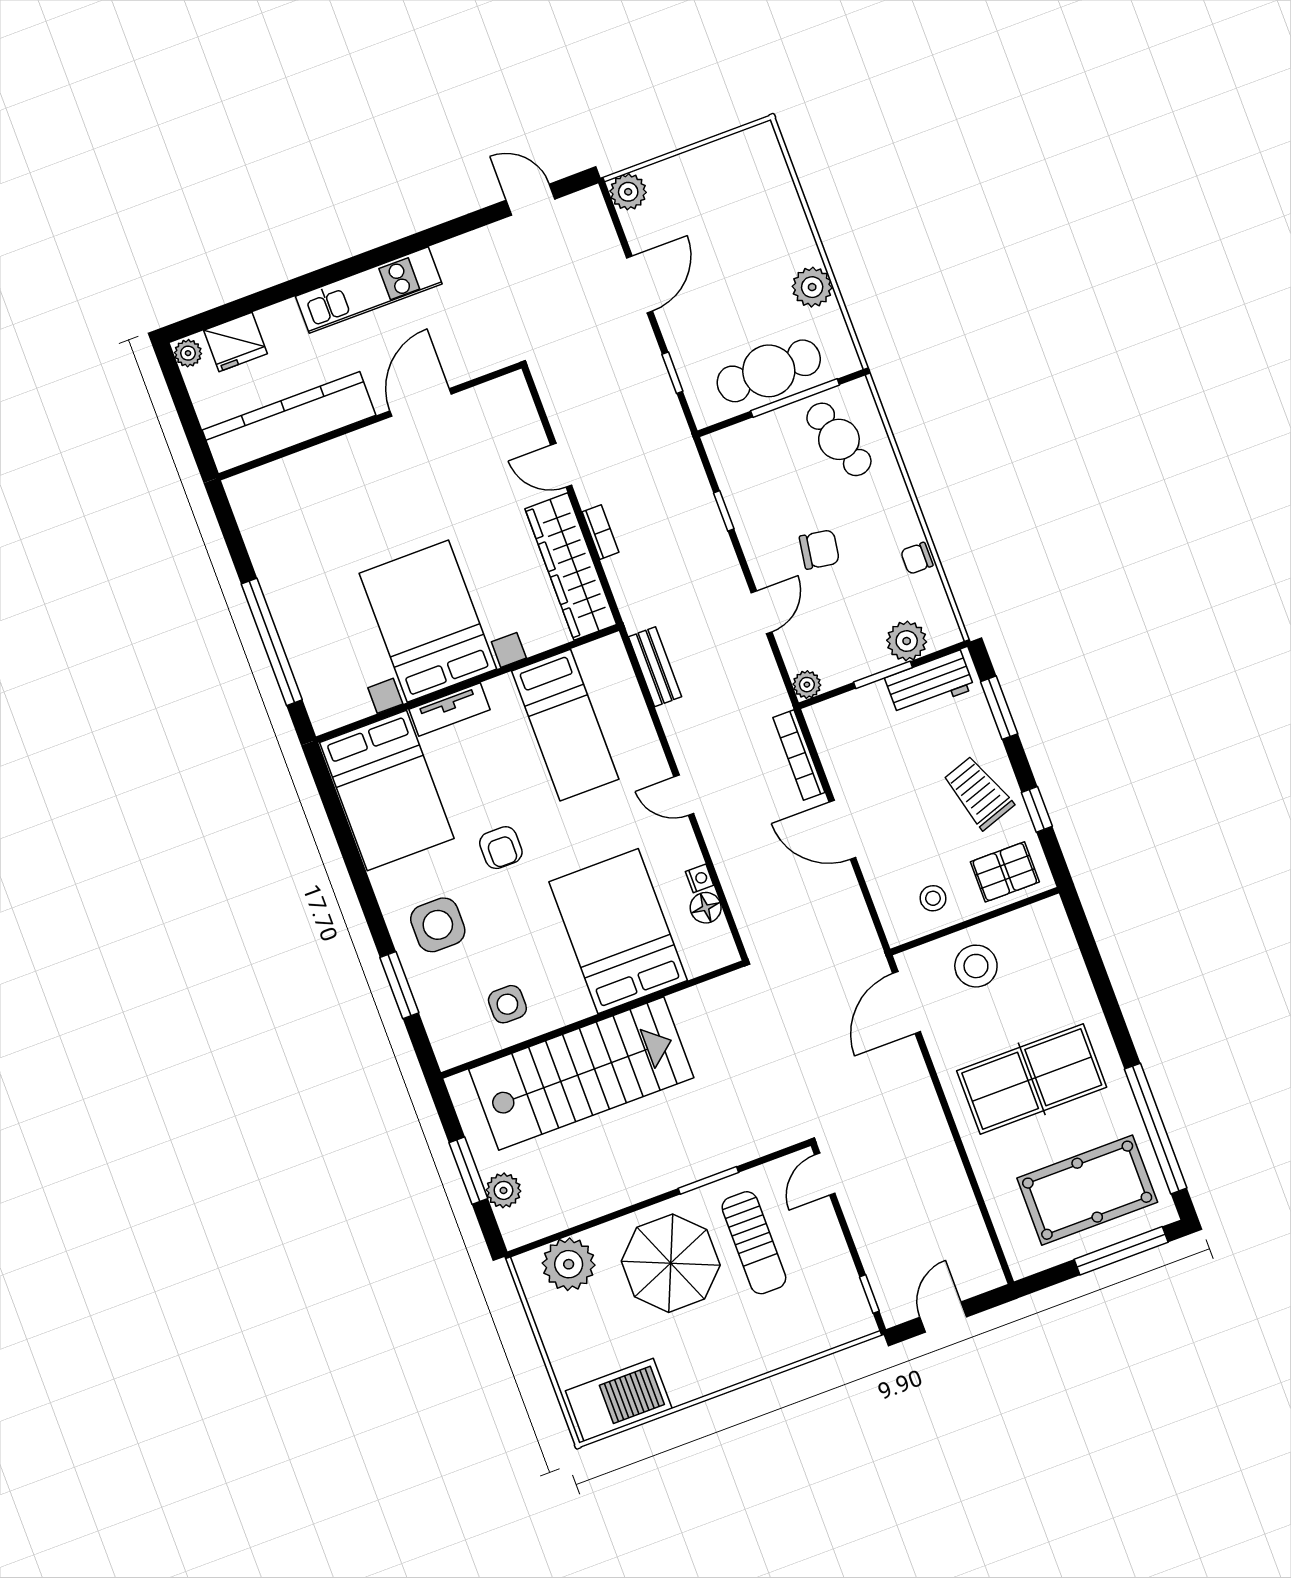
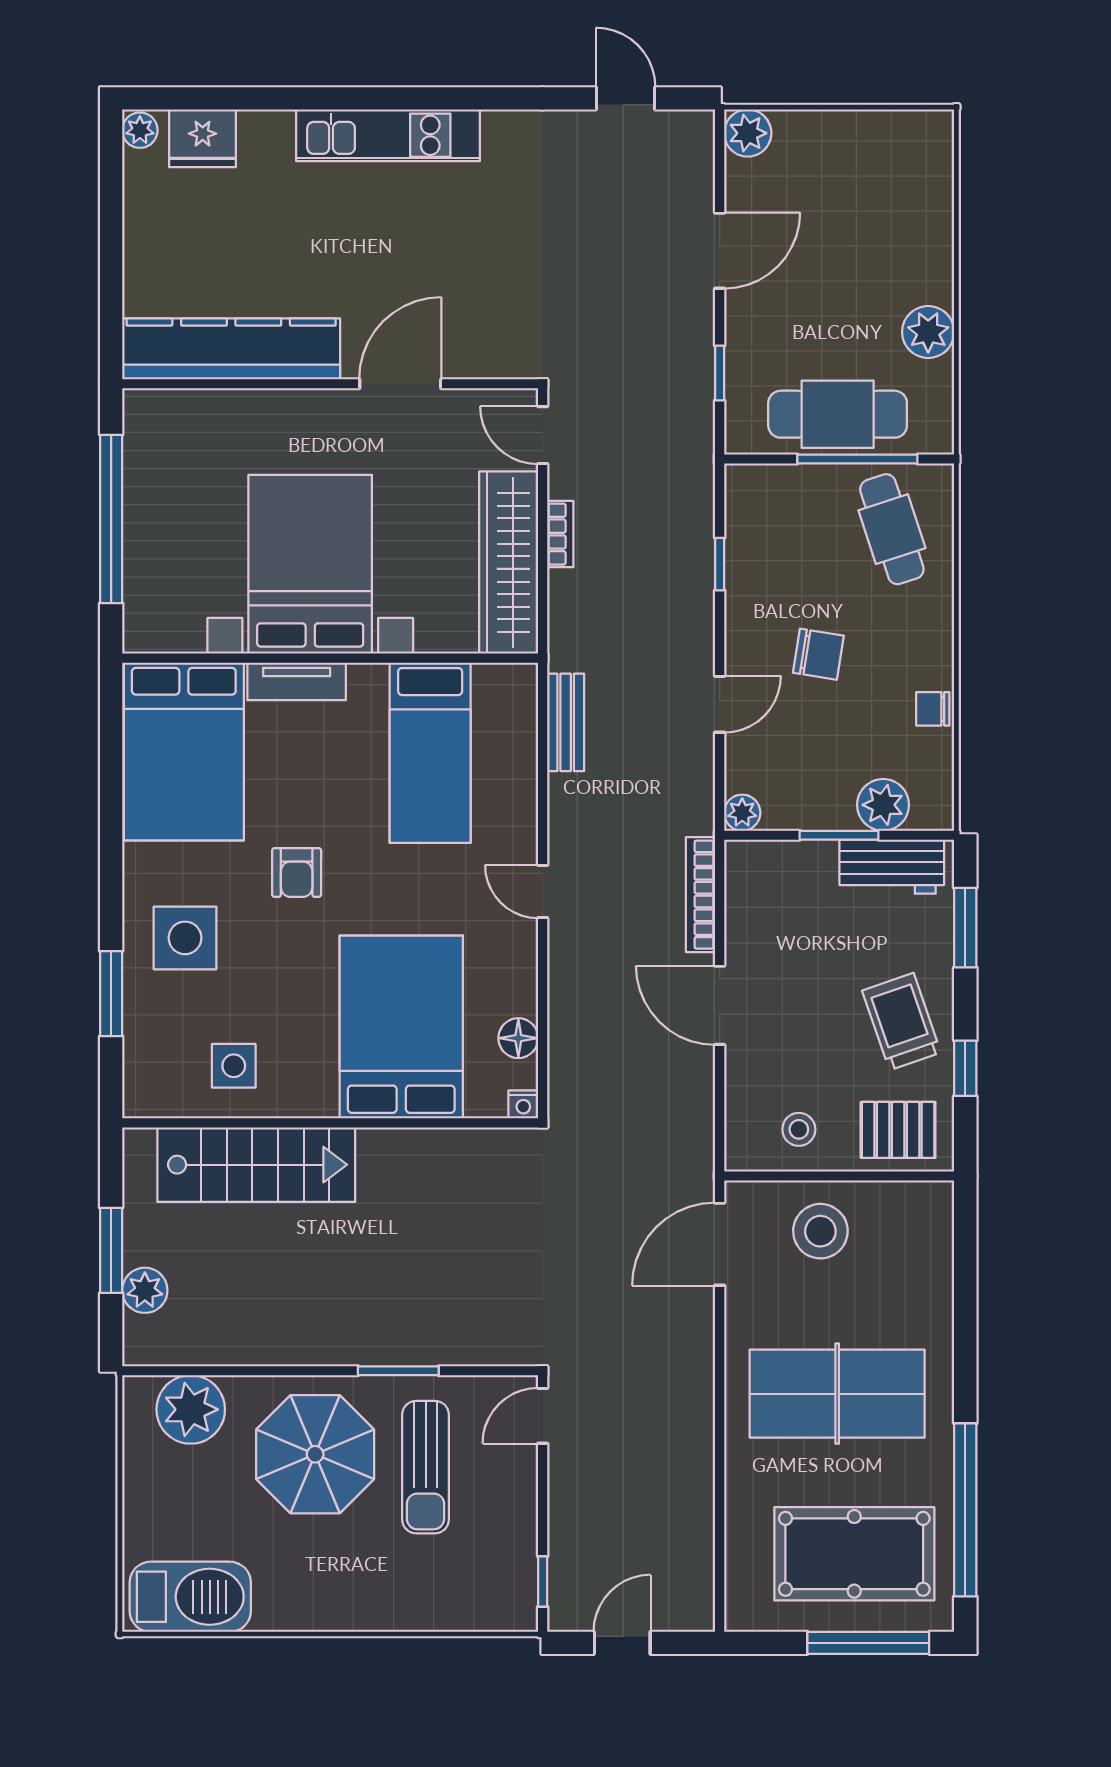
door: (421, 402) -> (400, 384), moved
wall: (370, 421) -> (330, 384), moved
kitchen counter: (289, 423) -> (231, 349), moved
nightstand: (700, 878) -> (523, 1104), moved, turned 90
stairs: (581, 1074) -> (256, 1165), width x0.73, depth x0.66

